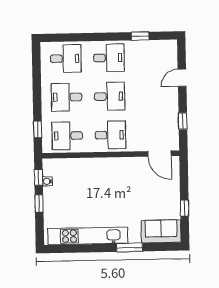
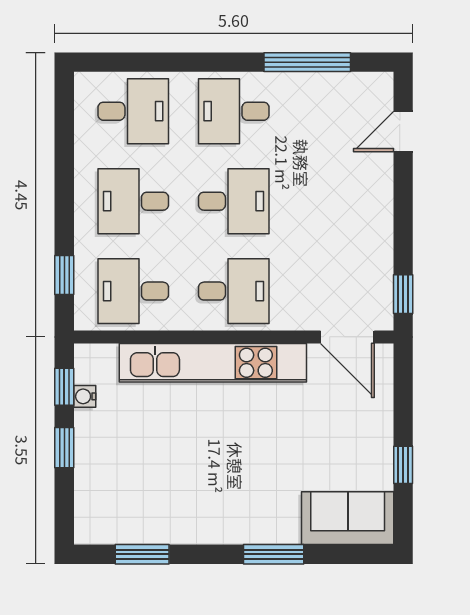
window: (140, 36) -> (307, 62), width x2.17
desk: (109, 58) -> (234, 111), turned 180
door: (182, 78) -> (403, 131), moved
window: (183, 121) -> (403, 294), moved
kitchen unit: (88, 236) -> (213, 363), moved, turned 180
window: (73, 249) -> (142, 554), added

